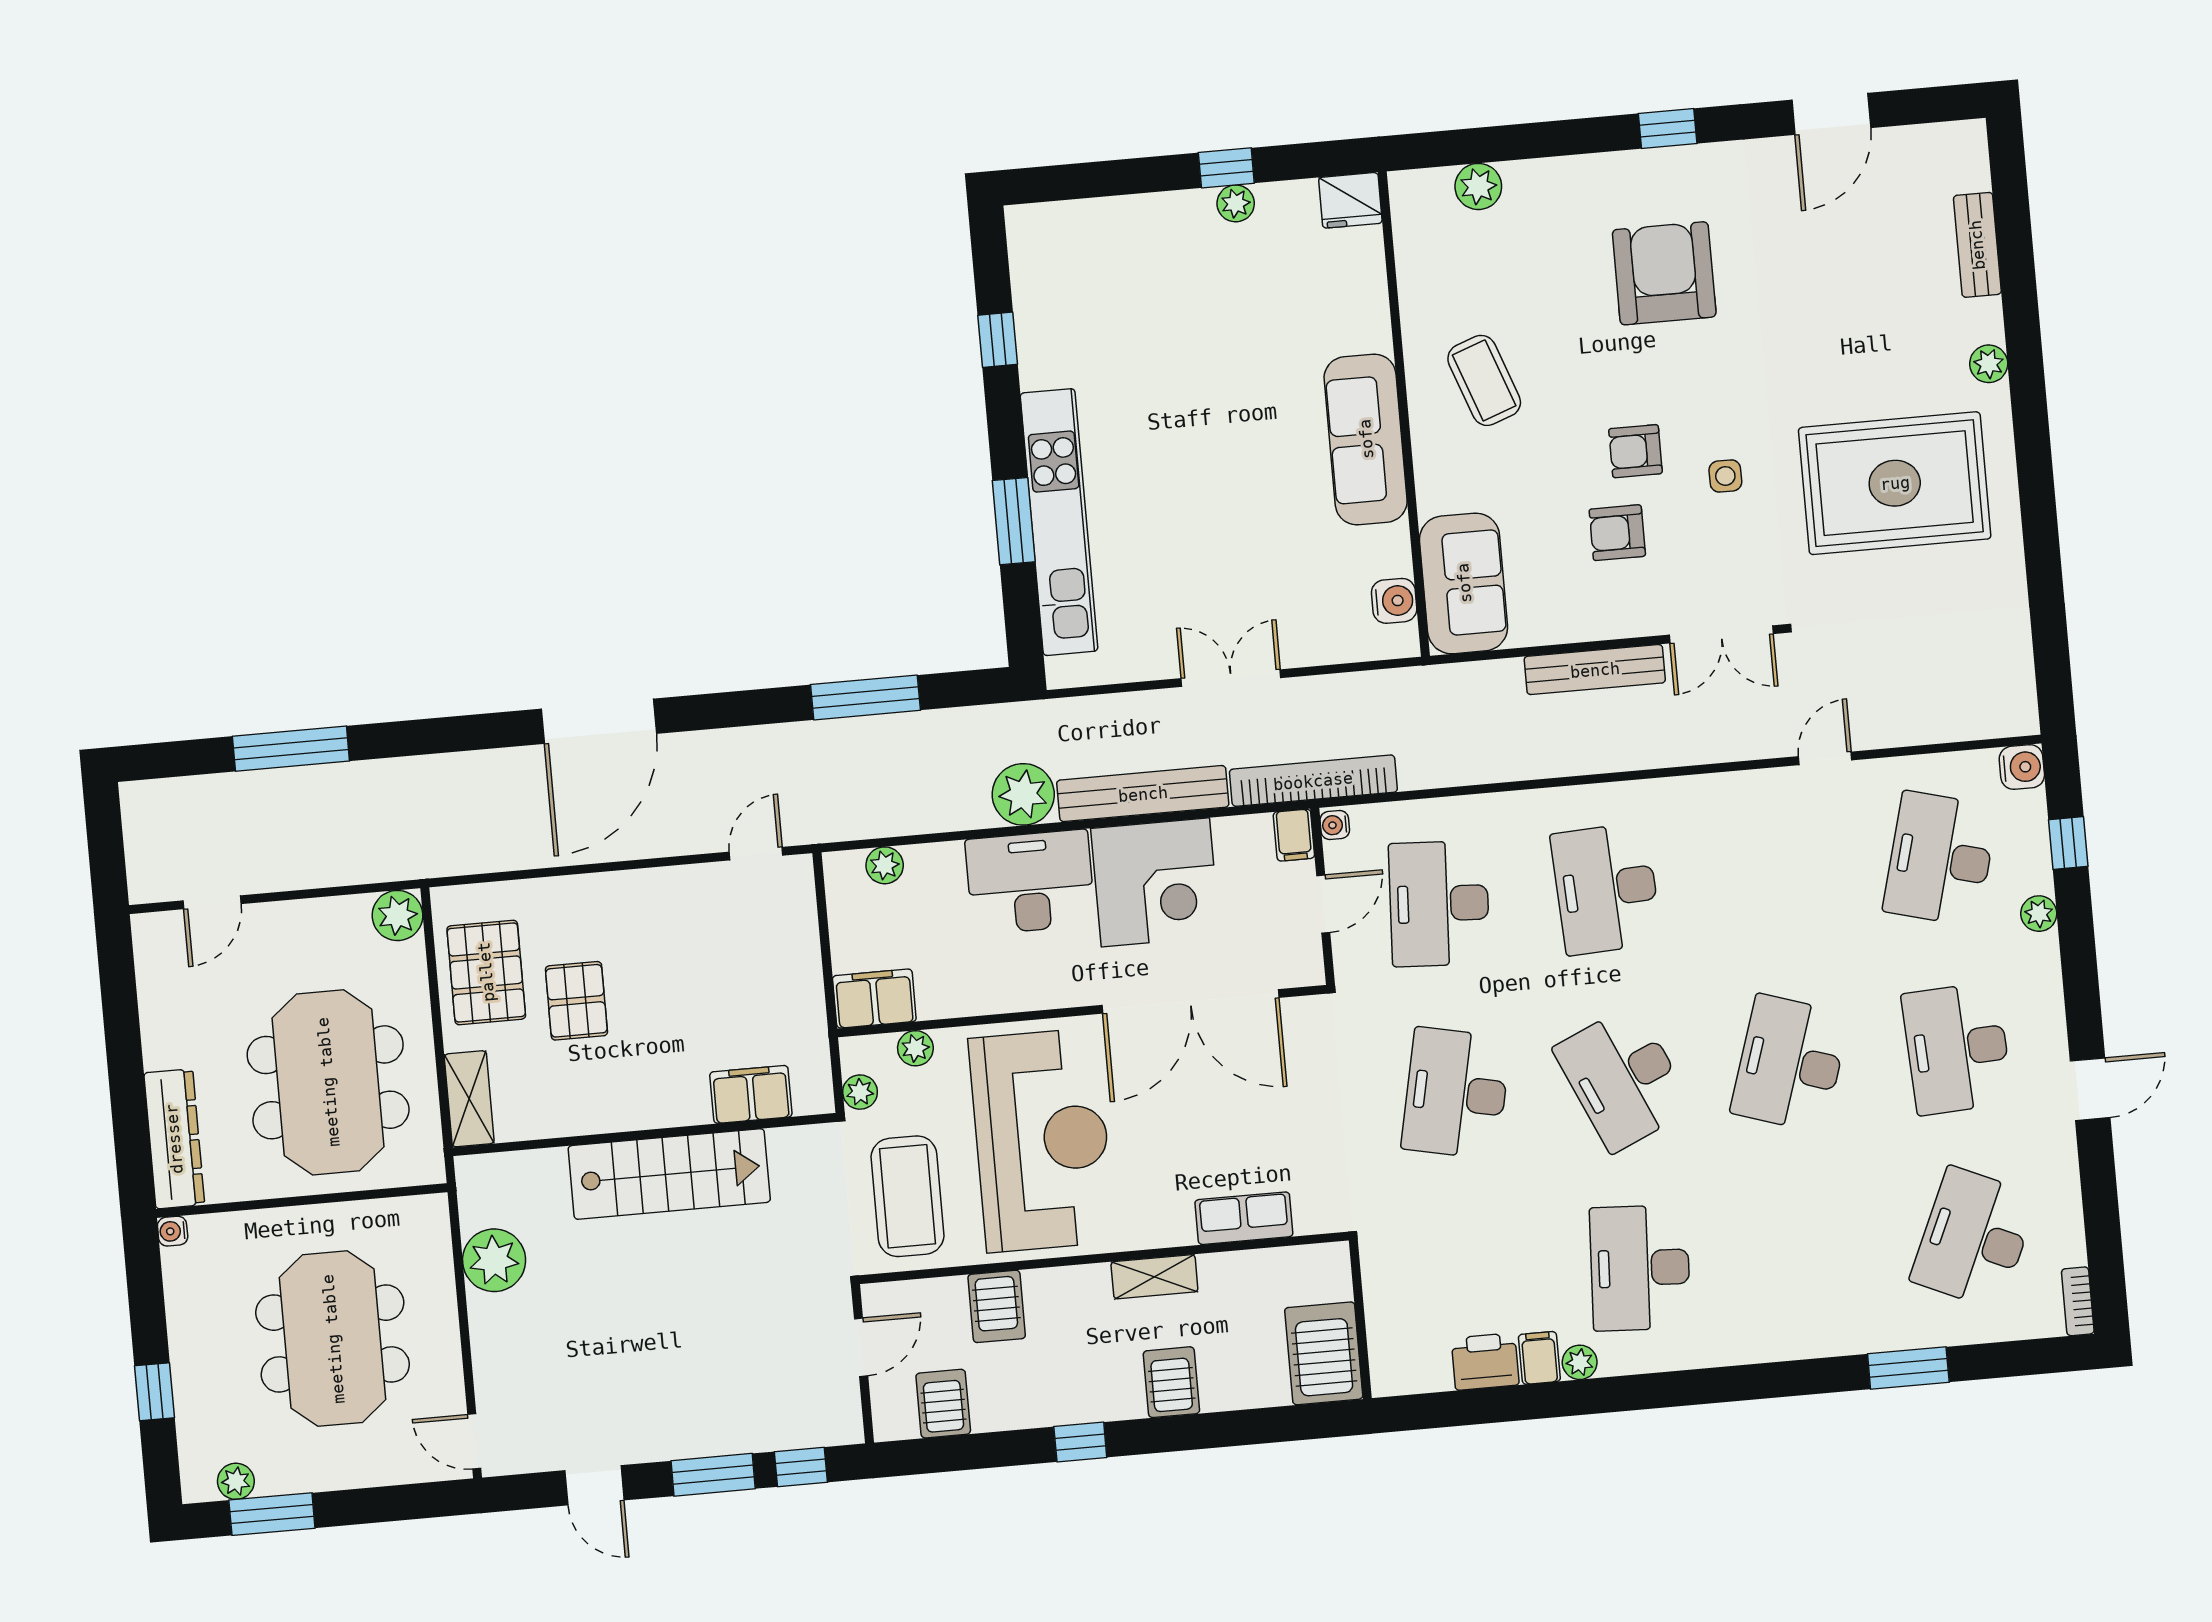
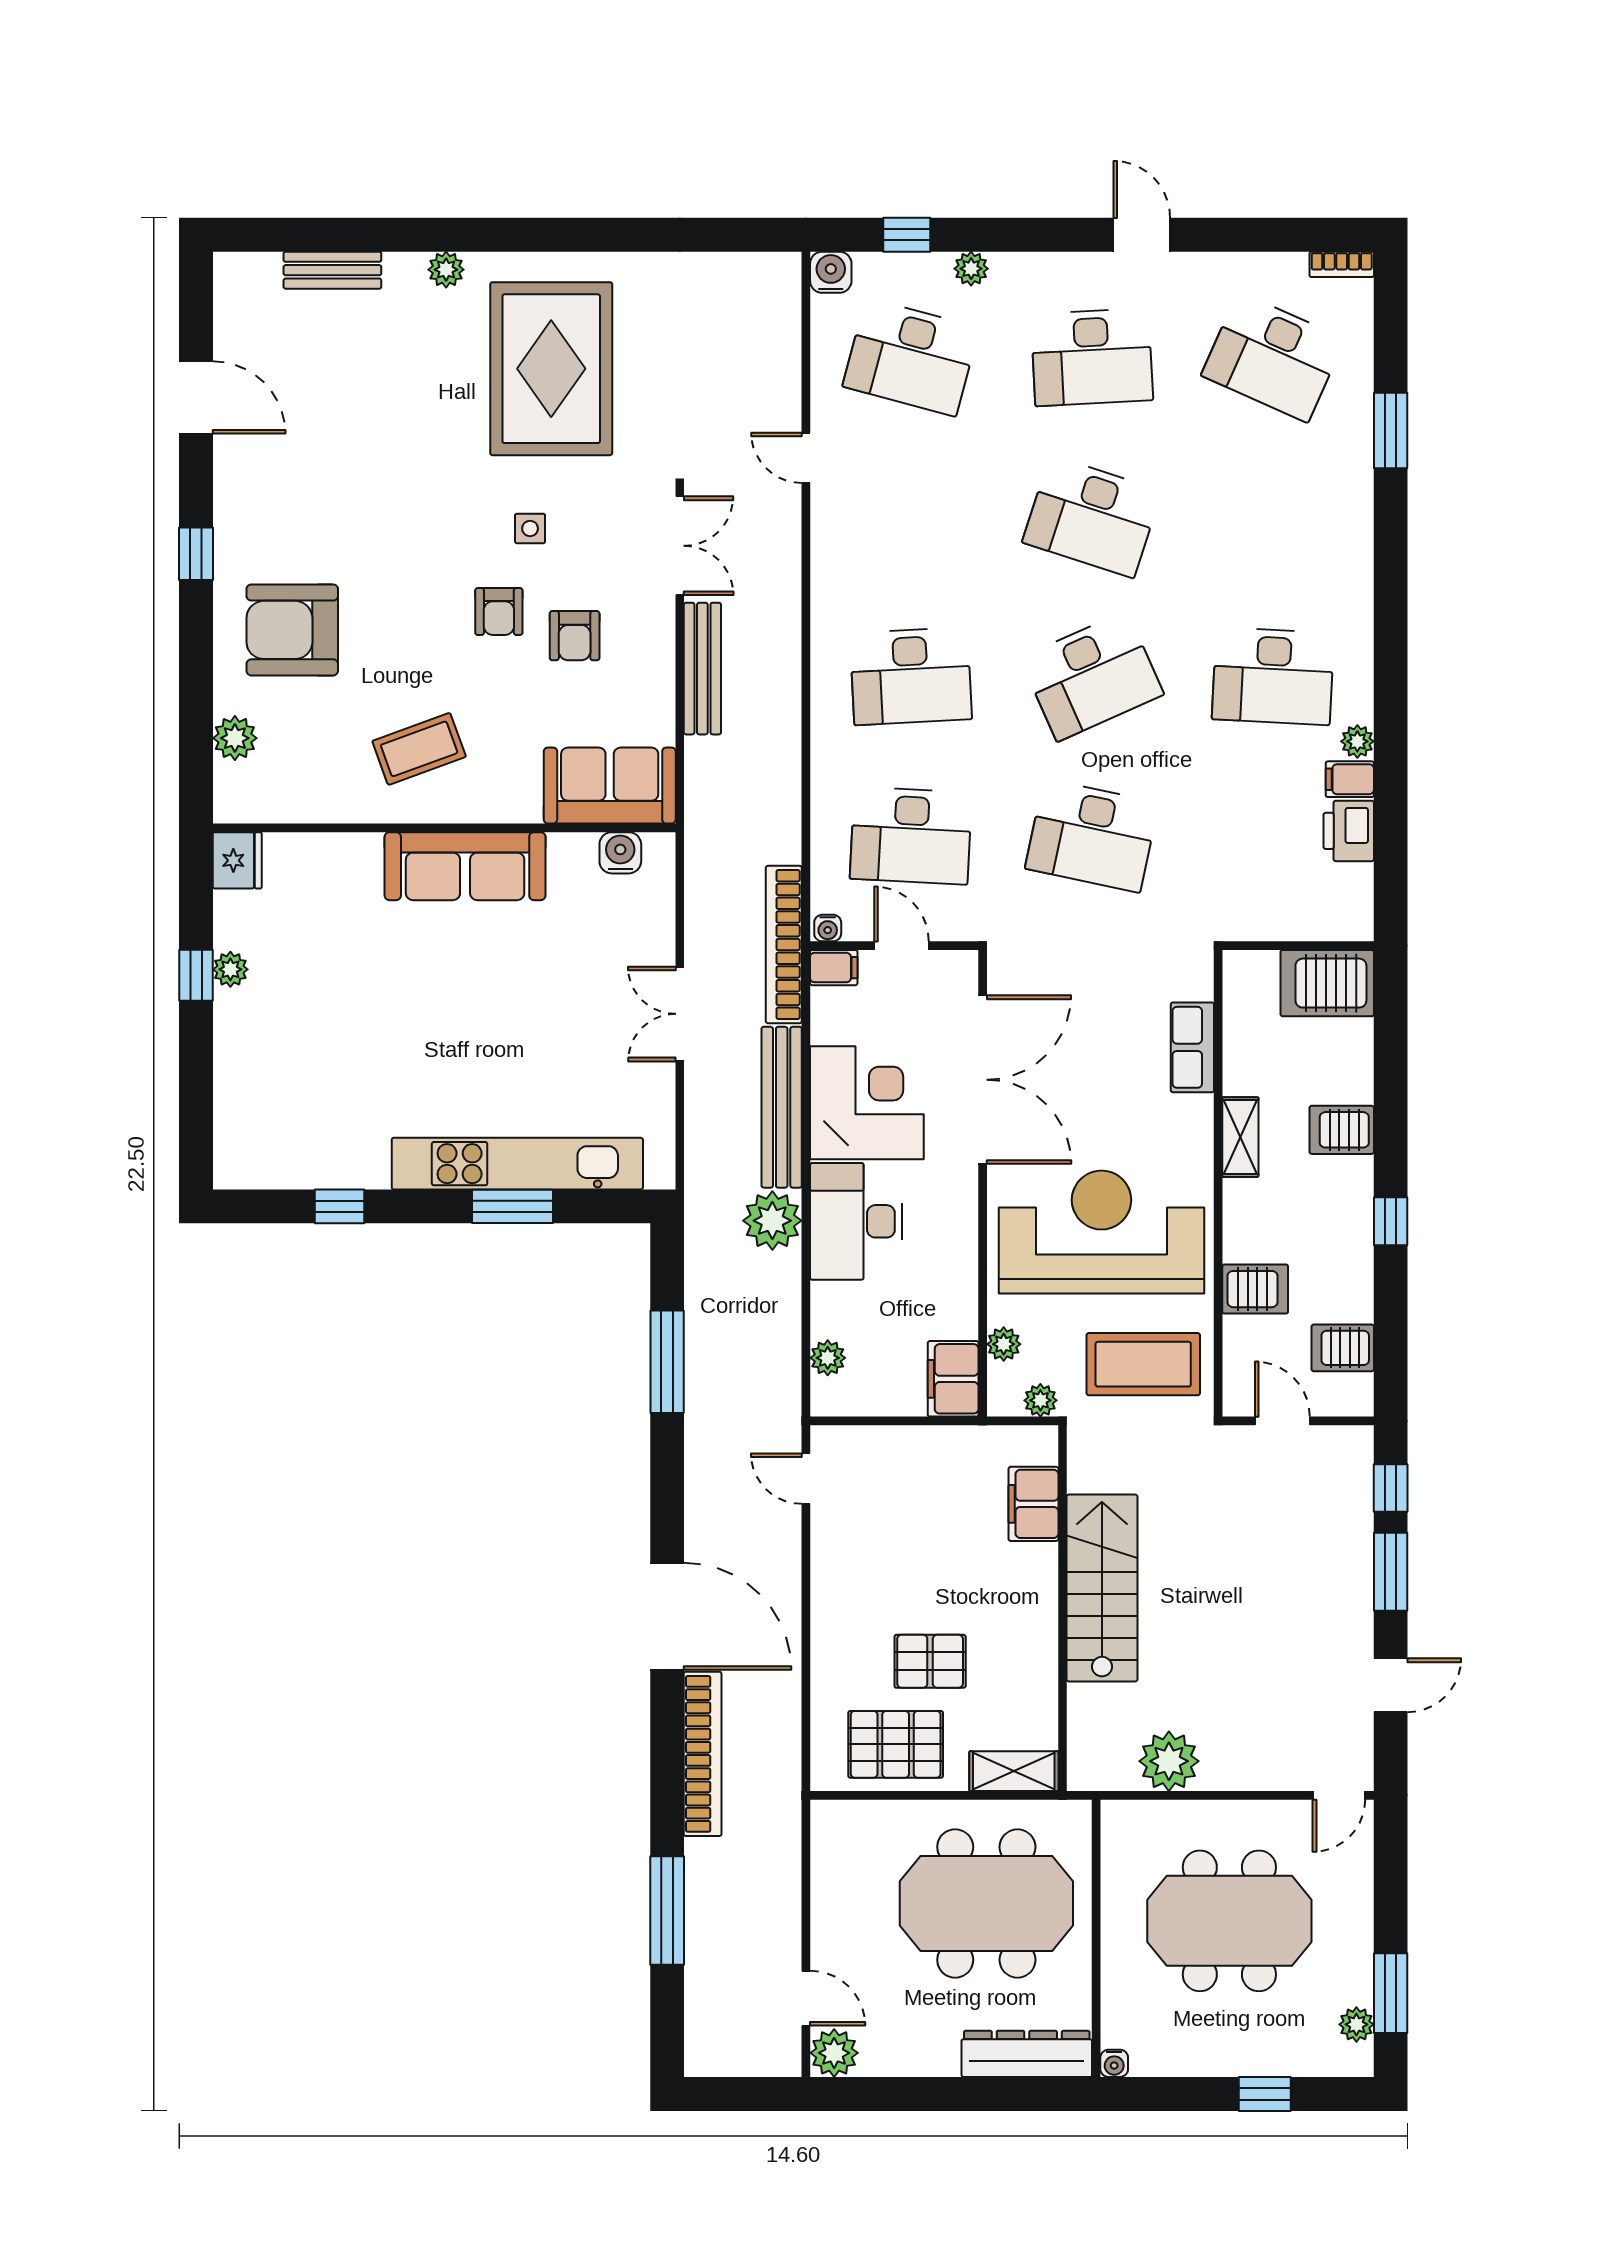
armchair: (1664, 273) -> (292, 630), moved
bookcase: (458, 771) -> (703, 1754), added
plant: (398, 915) -> (834, 2053), moved

